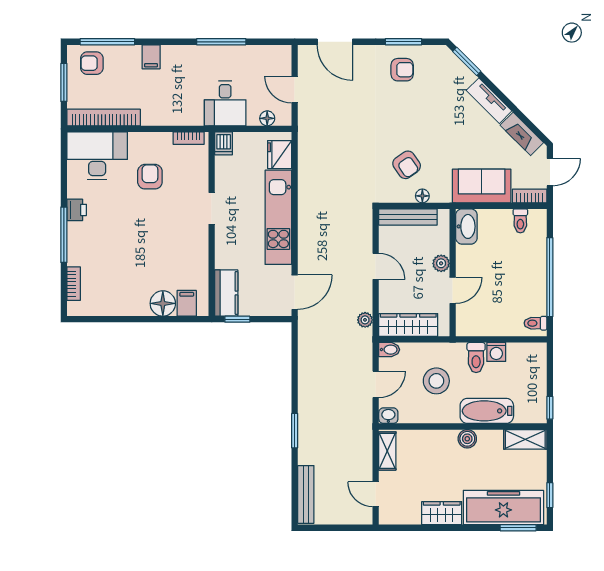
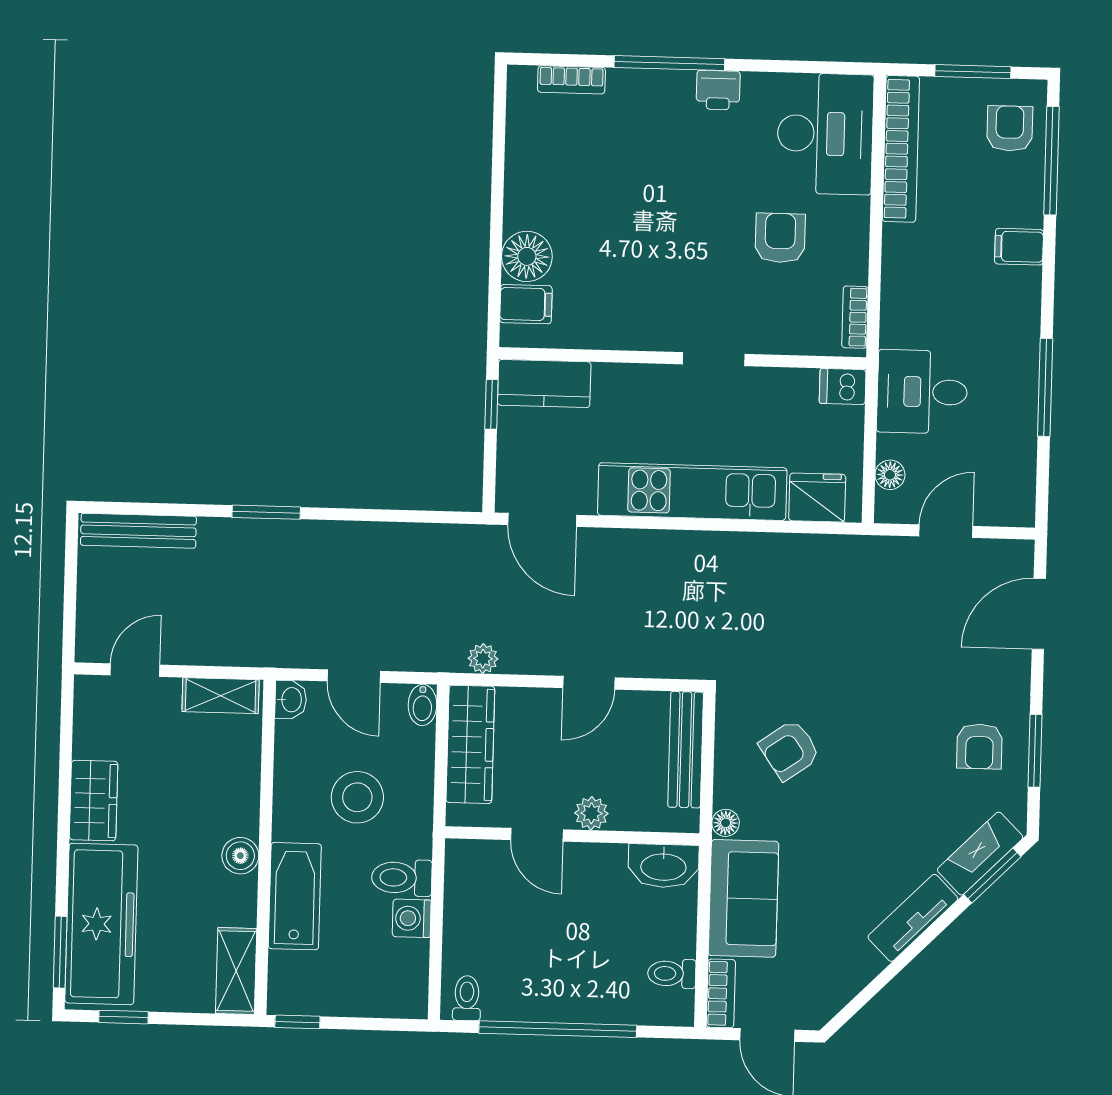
fireplace: (522, 134) -> (980, 854), moved
armchair: (150, 177) -> (780, 238), turned -90
floor lamp: (422, 196) -> (726, 823), moved

